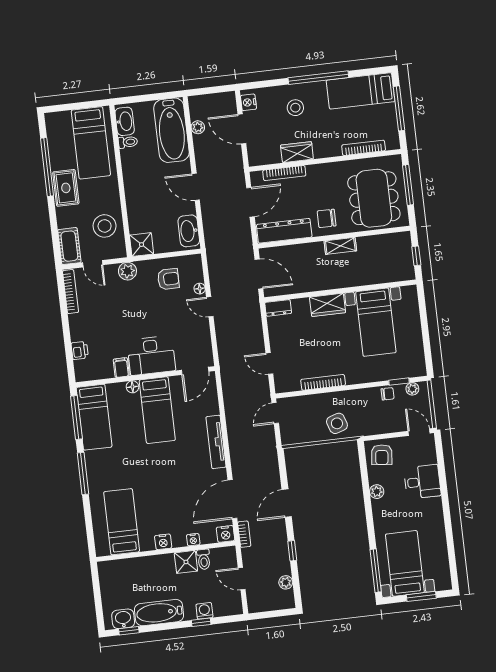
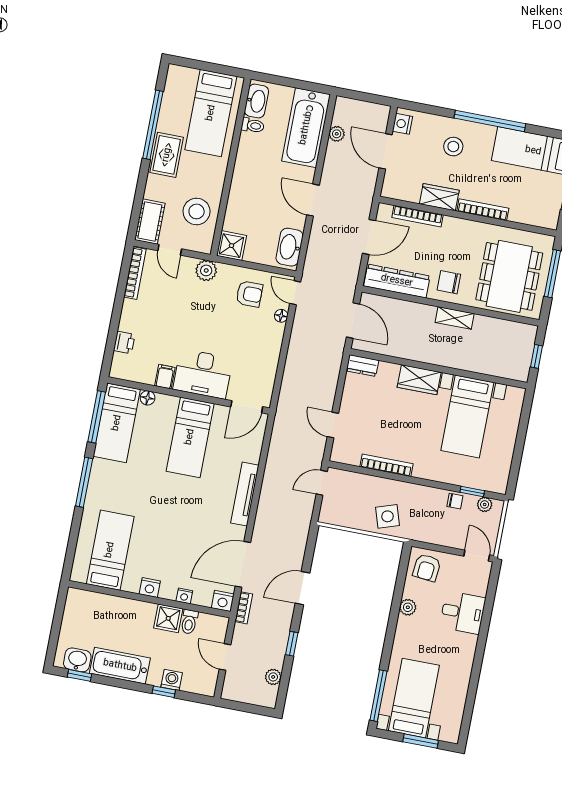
bookcase: (364, 148) -> (483, 210), moved
door: (210, 307) -> (295, 293), moved
floor lamp: (132, 387) -> (148, 398), moved

